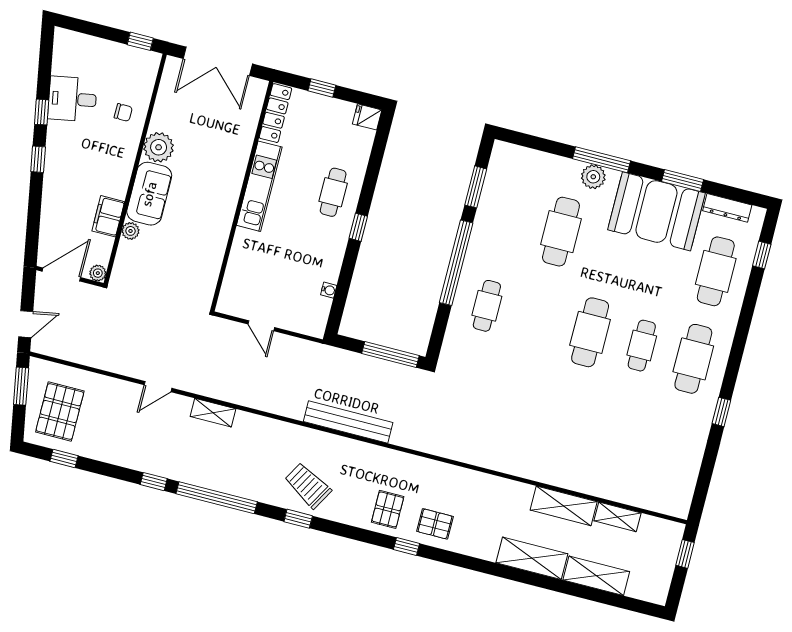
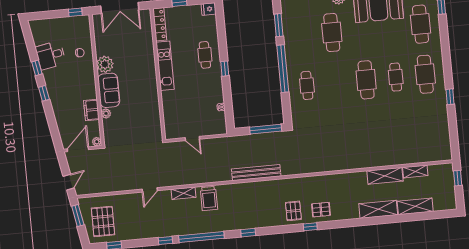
trolley: (308, 485) -> (209, 199), moved, turned -120

